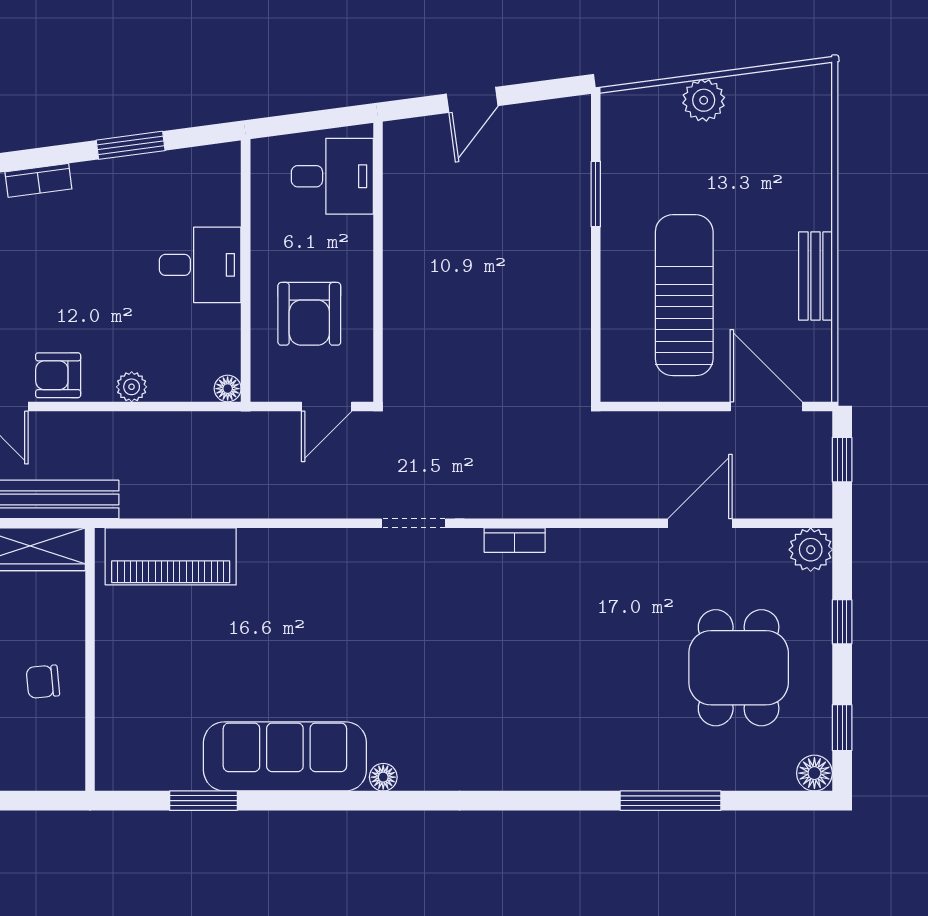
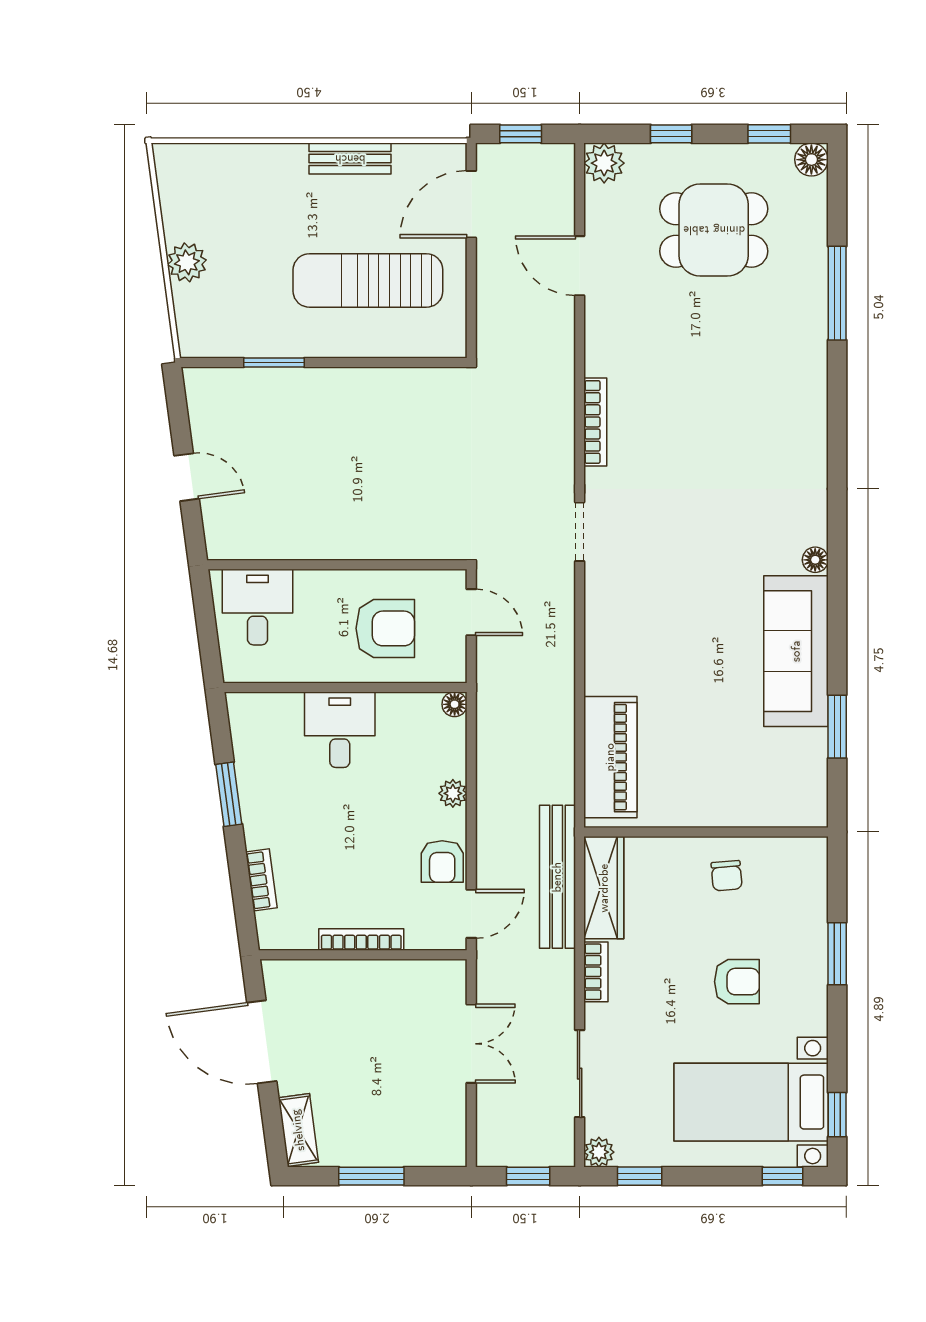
bookcase: (515, 540) -> (595, 422), width x1.56

